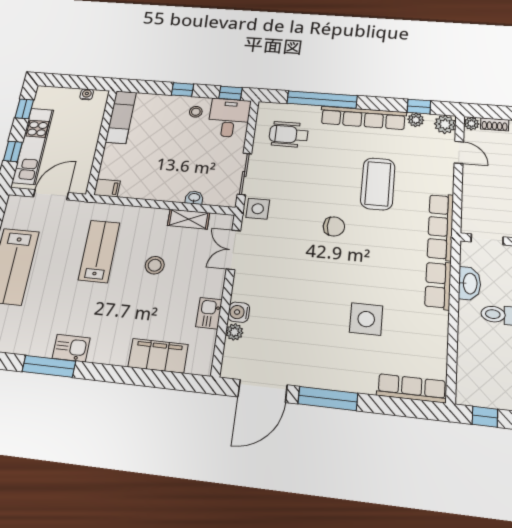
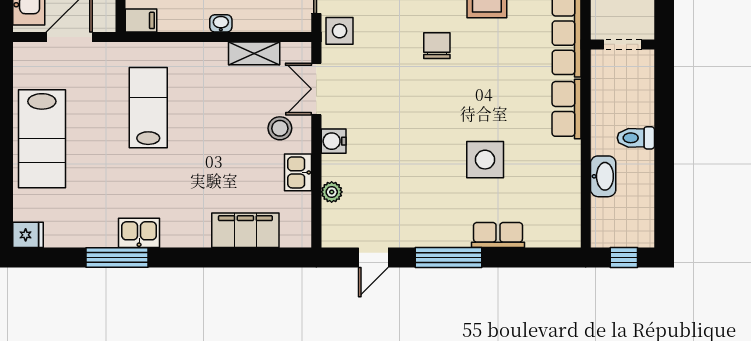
washbasin: (194, 198) -> (221, 23), moved
chair: (334, 226) -> (437, 46), turned -90
stool: (155, 265) -> (280, 128), moved
washbasin: (469, 283) -> (603, 176), moved
water cooler: (239, 312) -> (334, 141), moved
row of seats: (412, 388) -> (498, 235), moved, width x0.68
door: (262, 391) -> (373, 257), width x0.53

